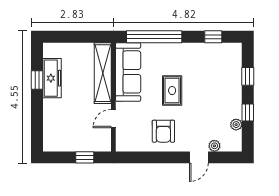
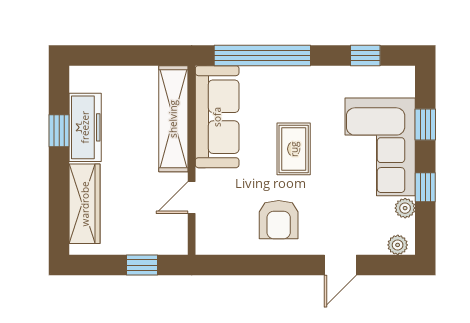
corner sofa: (222, 89) -> (380, 147), added
wardrobe: (52, 122) -> (85, 204), added
plant: (214, 146) -> (398, 245), moved

